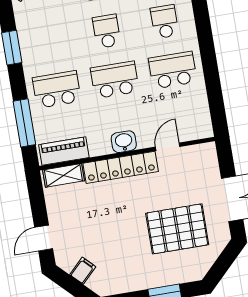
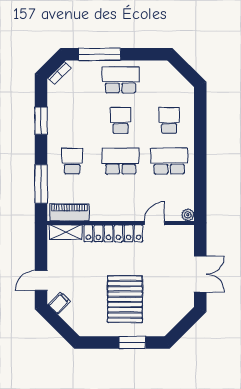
school desk: (57, 89) -> (72, 161), width x0.54
plant: (206, 131) -> (188, 215), added
washbasin: (124, 142) -> (120, 213), removed
pallet: (177, 229) -> (125, 299), moved, turned 90
filing cabinet: (83, 271) -> (59, 303), moved

